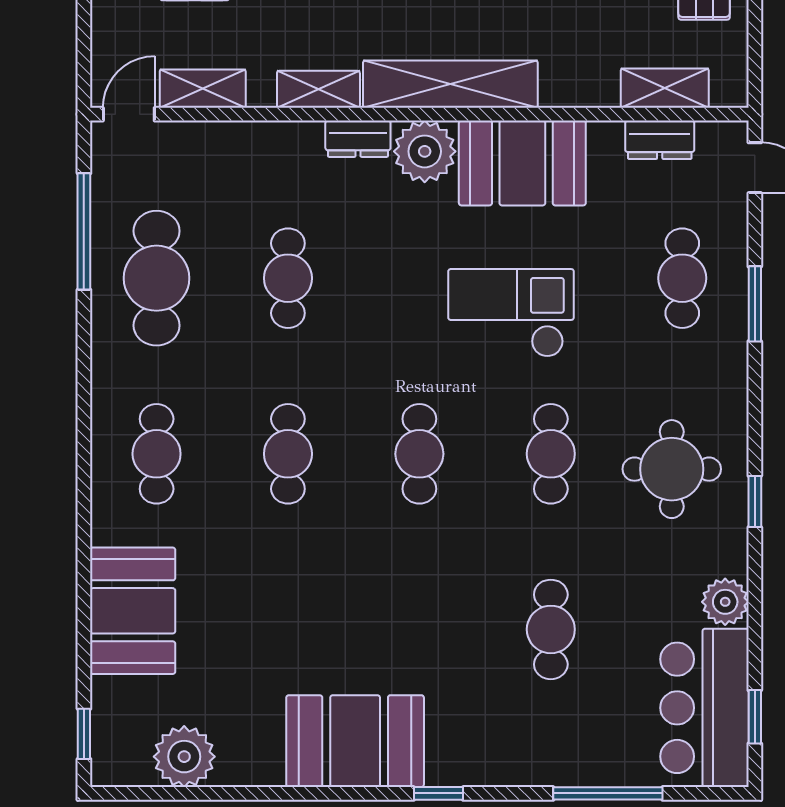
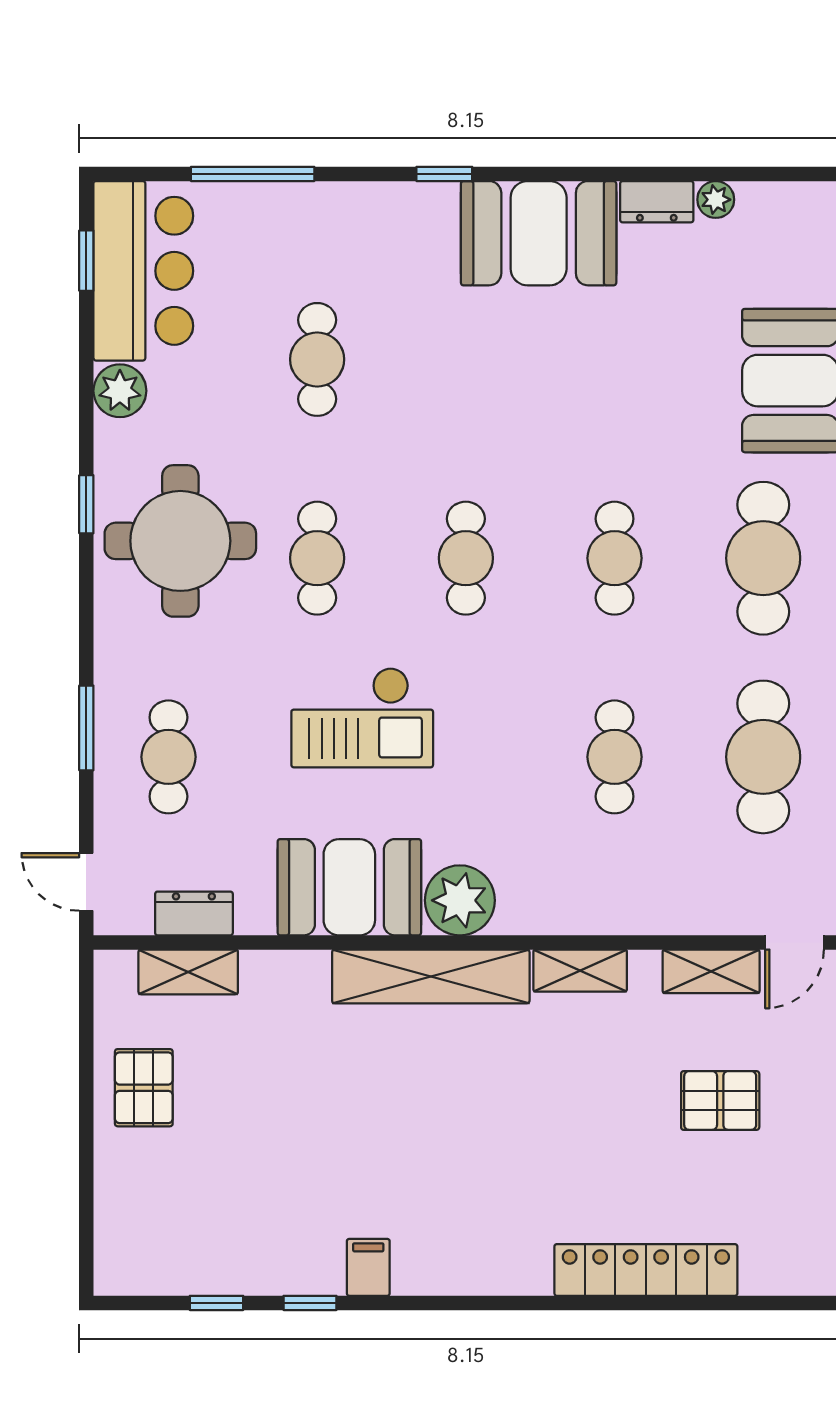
dresser: (358, 139) -> (657, 202), moved, turned 180
cafe table: (157, 454) -> (763, 558), width x1.37, depth x1.35
round table: (672, 469) -> (180, 541), width x1.36, depth x1.36
plant: (184, 757) -> (716, 200), width x0.53, depth x0.53

